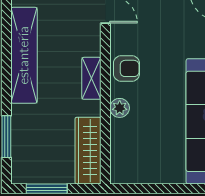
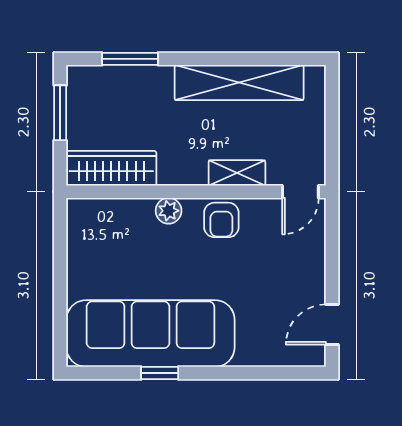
shelving: (91, 78) -> (237, 173), moved

